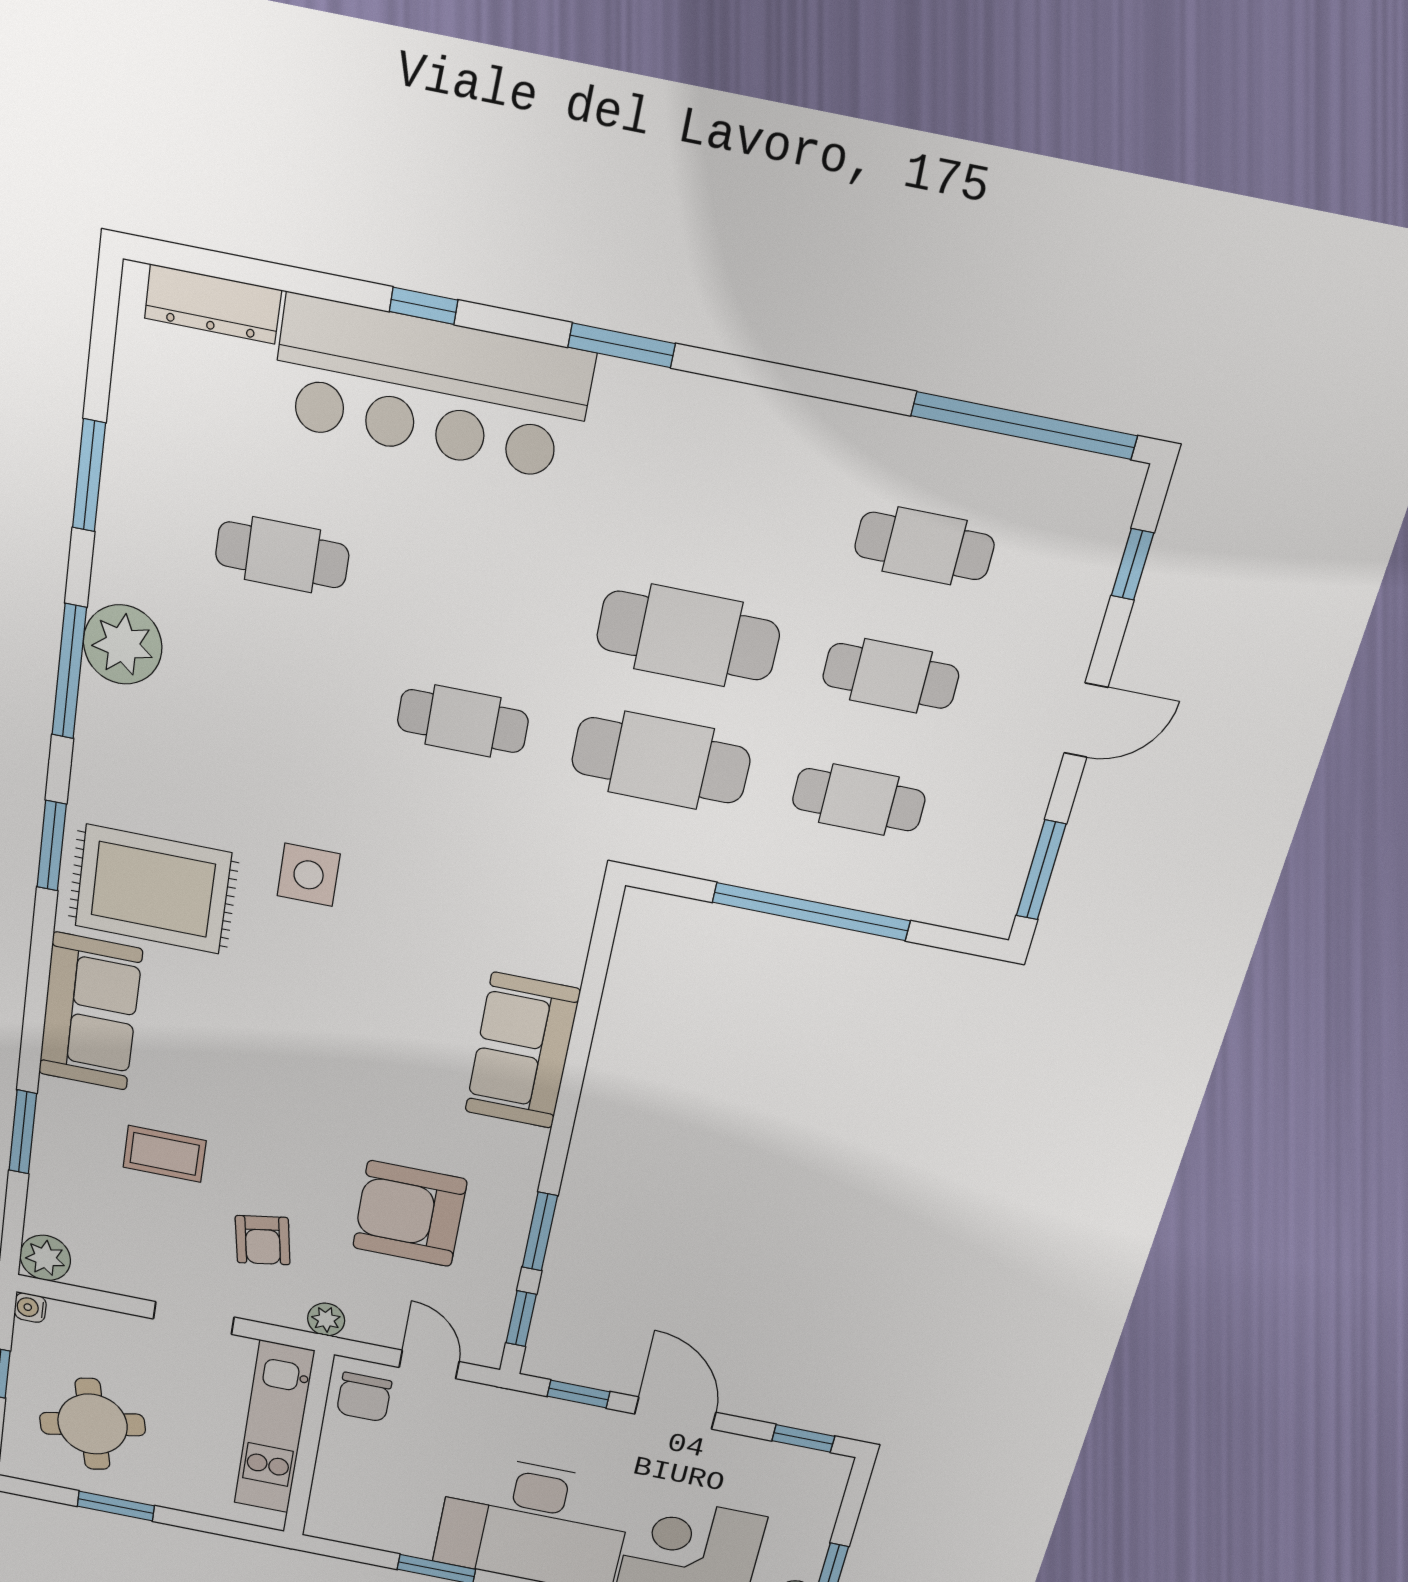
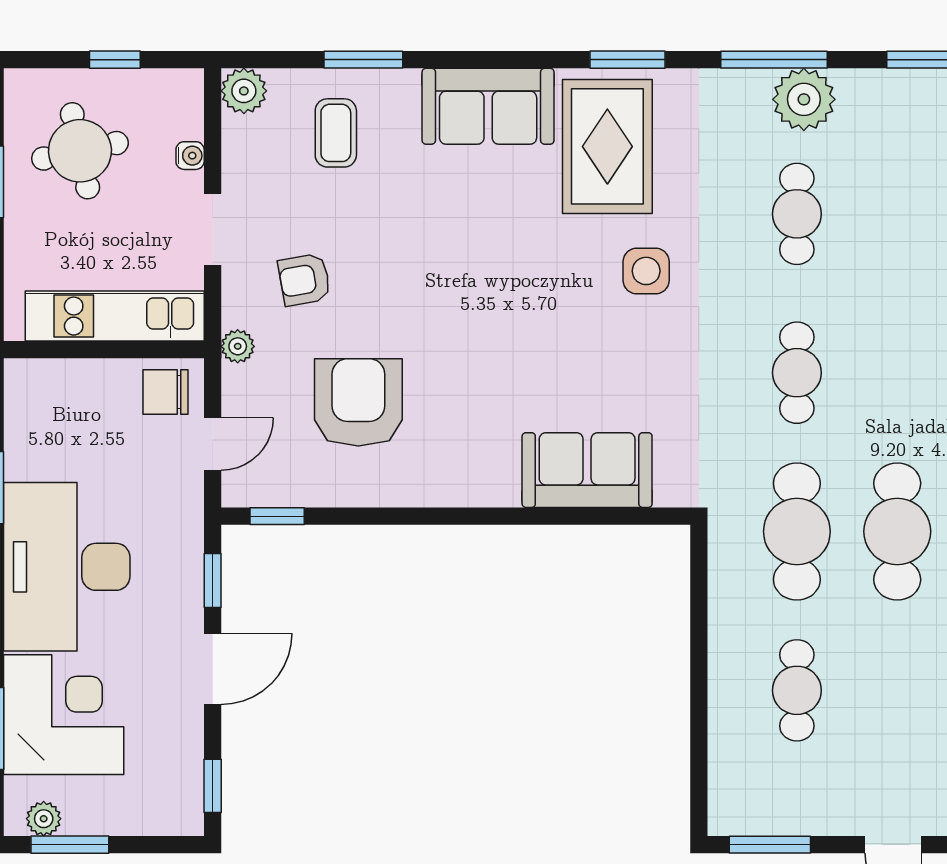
cafe table: (282, 555) -> (797, 214), moved
cafe table: (891, 676) -> (897, 690), removed
window: (811, 912) -> (699, 676), removed
sofa: (522, 1051) -> (587, 470), moved
coffee table: (165, 1154) -> (336, 133), moved
window: (540, 1232) -> (366, 516), removed
water cooler: (30, 1308) -> (190, 156), moved, turned 90

